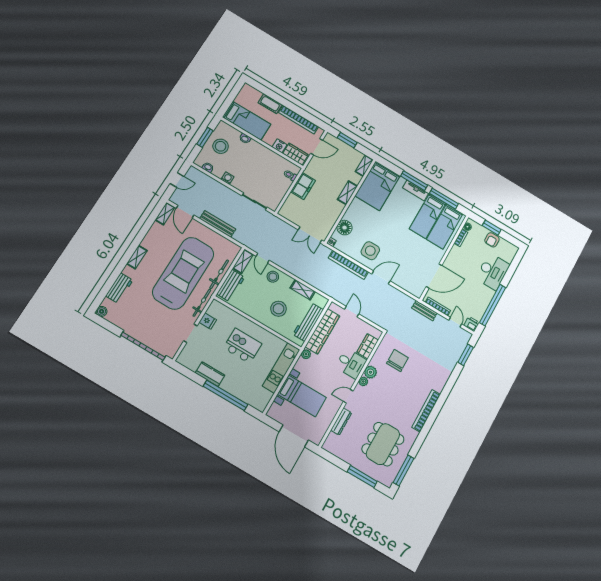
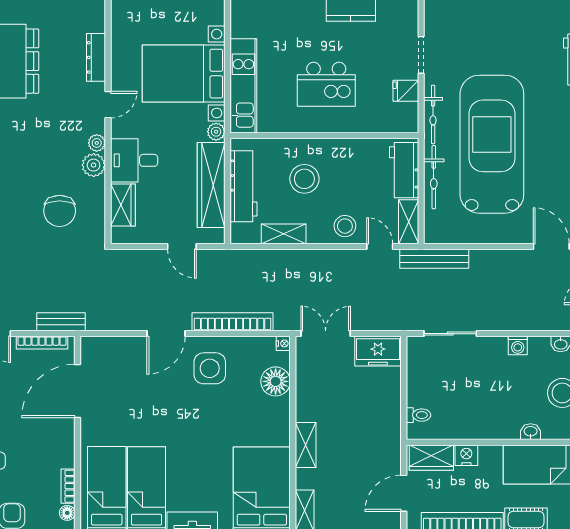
freezer: (303, 186) -> (378, 351), moved, turned -90
bench: (218, 224) -> (434, 259), moved
car: (183, 273) -> (492, 144), turned 180
bed with nightstands: (302, 396) -> (184, 74), width x1.36

